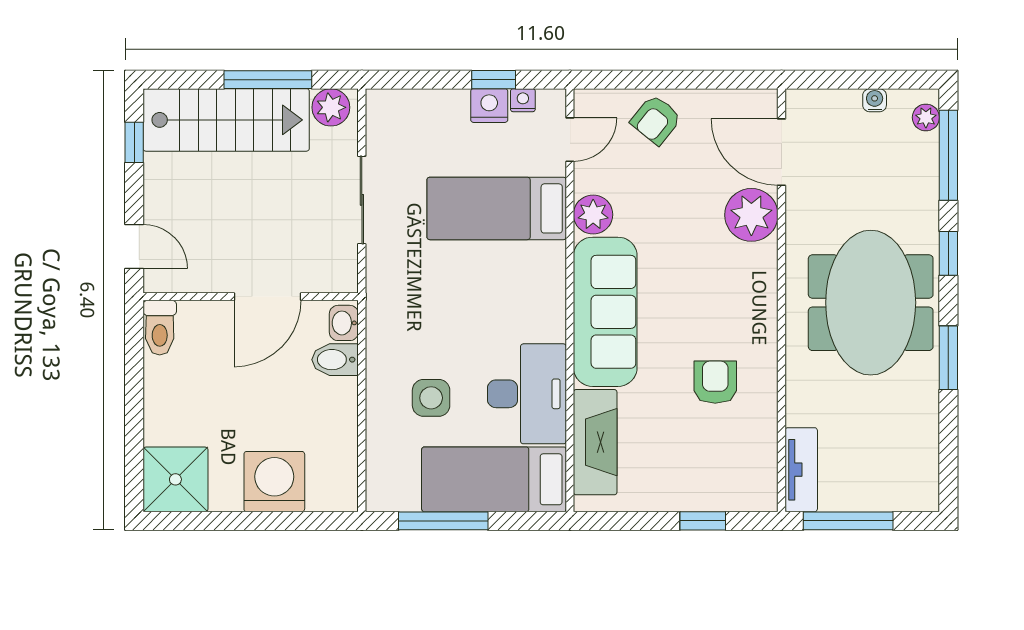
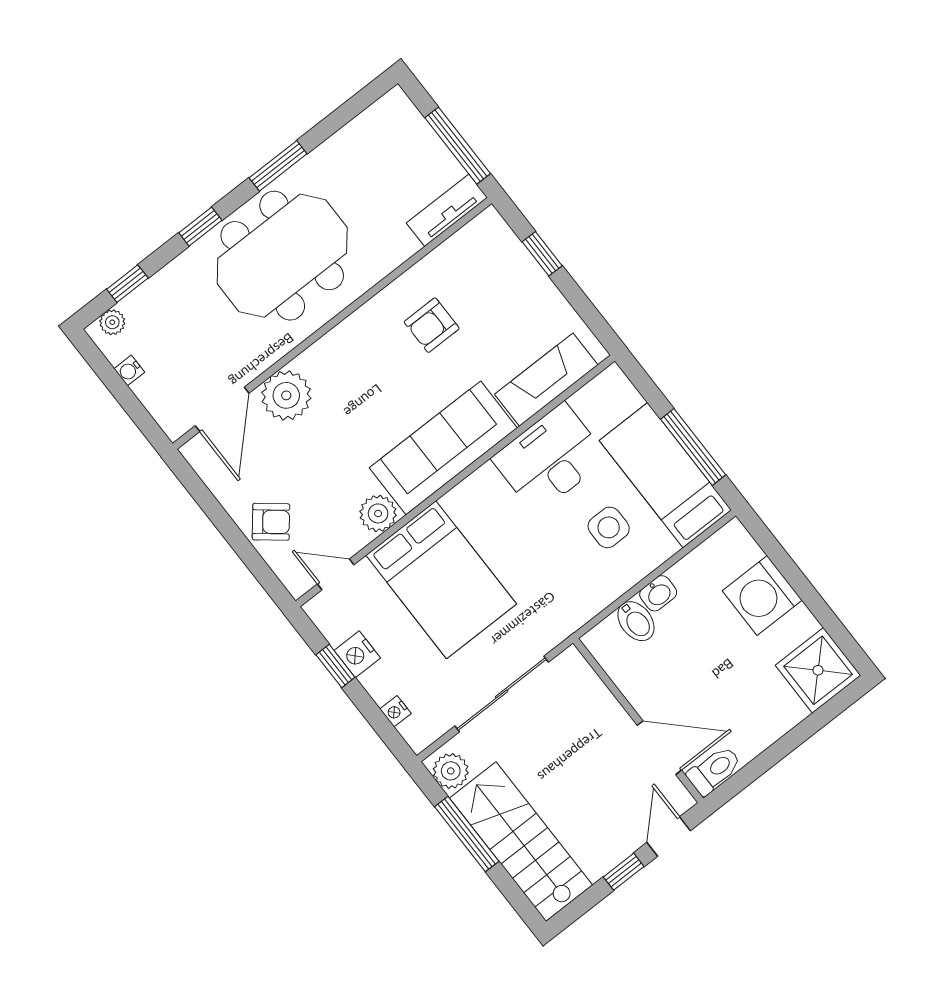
nightstand: (523, 100) -> (395, 711), moved
window: (134, 142) -> (624, 872), moved
window: (948, 155) -> (127, 284), width x0.46
sliding door: (362, 200) -> (502, 694), width x1.37
bed: (497, 208) -> (441, 580), width x1.50
door: (267, 297) -> (659, 748), moved
washbasin: (344, 323) -> (658, 593), moved
bed: (494, 479) -> (665, 475), moved, turned 180

